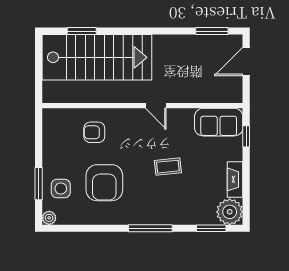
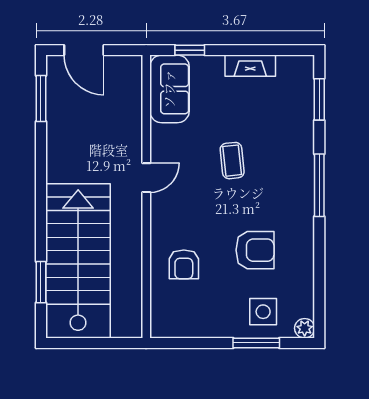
armchair: (104, 183) -> (255, 250), width x0.73, depth x0.73
plant: (230, 212) -> (296, 73), removed

